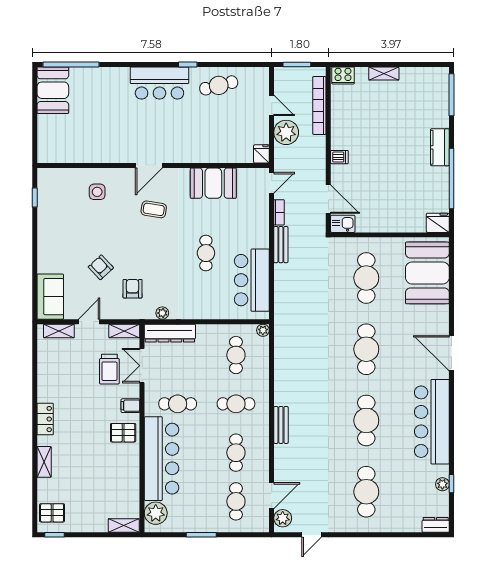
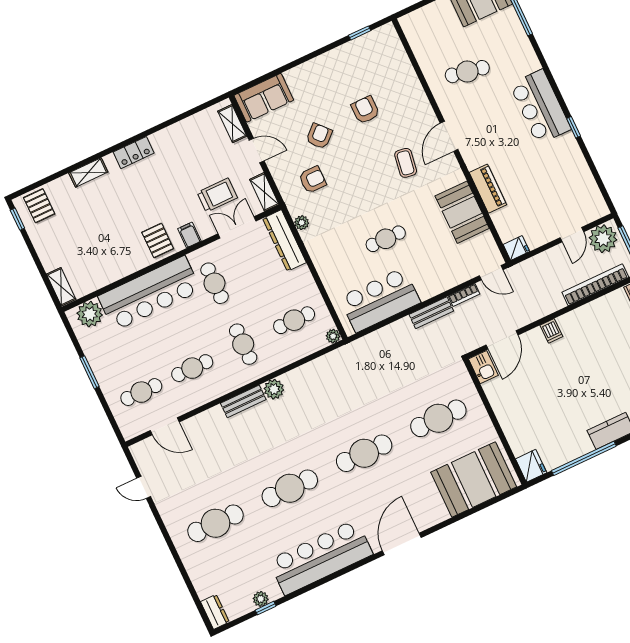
cafe table: (219, 85) -> (467, 72), moved, turned -65
plant: (286, 132) -> (603, 239), moved
piano: (204, 154) -> (488, 189), added
door: (149, 165) -> (449, 136), hinge flipped
side table: (97, 192) -> (396, 95), removed
armchair: (97, 221) -> (365, 110), added
trolley: (109, 369) -> (217, 195), turned 180
plant: (283, 518) -> (274, 389), moved

